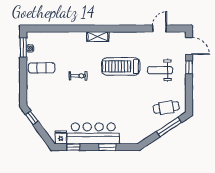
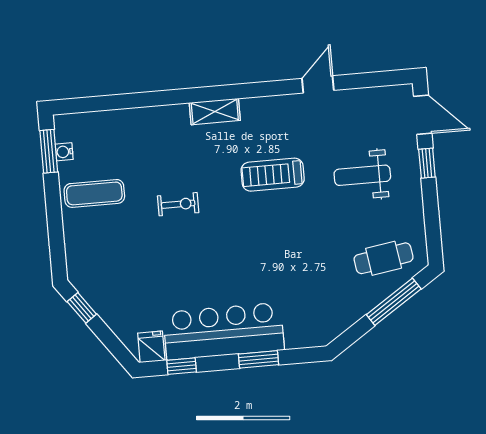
door: (160, 29) -> (318, 84), moved
treadmill: (121, 66) -> (273, 175), width x0.73, depth x0.73

